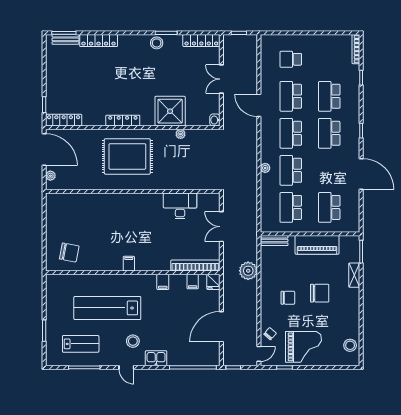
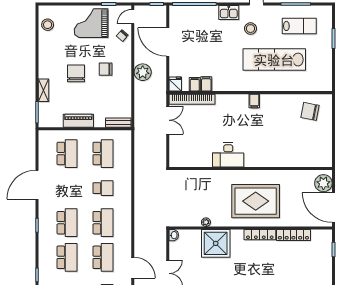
door: (259, 105) -> (133, 268), moved
locker: (64, 120) -> (293, 235), moved
plant: (265, 168) -> (127, 190), removed
school desk: (291, 170) -> (103, 188), width x0.54
door: (361, 174) -> (37, 185), hinge flipped
plant: (50, 176) -> (323, 183), width x1.87, depth x1.87
desk: (180, 206) -> (228, 155), moved
double door: (221, 227) -> (168, 120), moved
piano: (317, 245) -> (78, 121), width x0.73, depth x0.75
plant: (248, 271) -> (143, 72), moved
filing cabinet: (163, 282) -> (206, 84), moved
chair: (320, 293) -> (76, 73), turned 90
lab bench: (107, 308) -> (274, 60), turned 180
door: (221, 327) -> (168, 42), swing flipped
lab bench: (81, 344) -> (299, 26), turned 180

